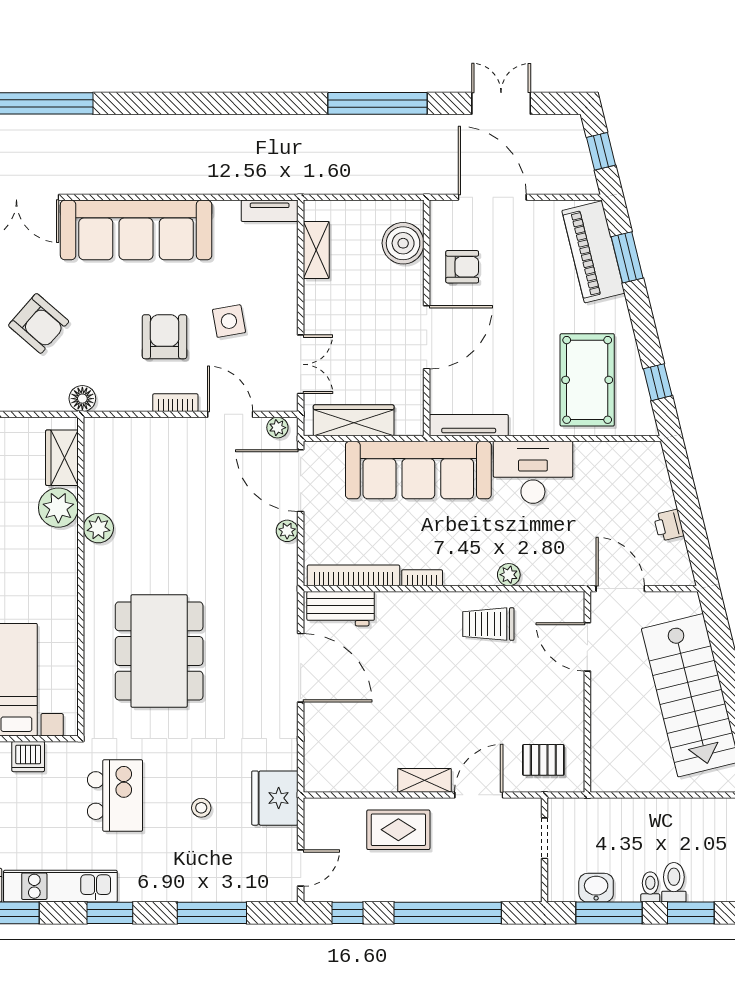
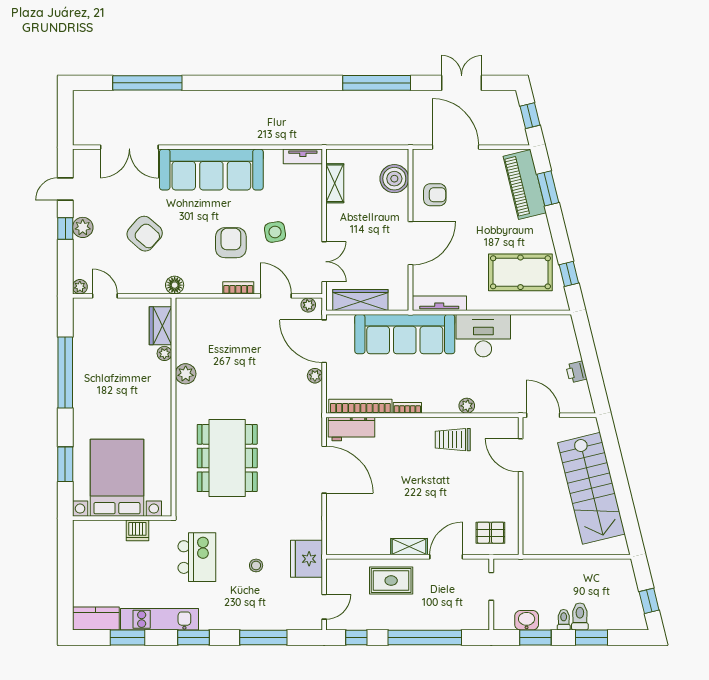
pool table: (587, 380) -> (520, 272), turned 90
plant: (58, 508) -> (164, 353), width x0.53, depth x0.53
window: (609, 913) -> (535, 638), width x0.69

